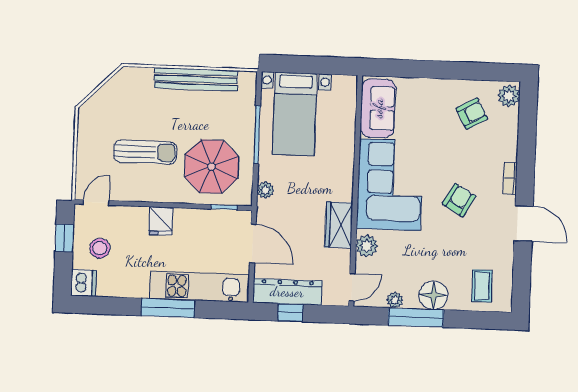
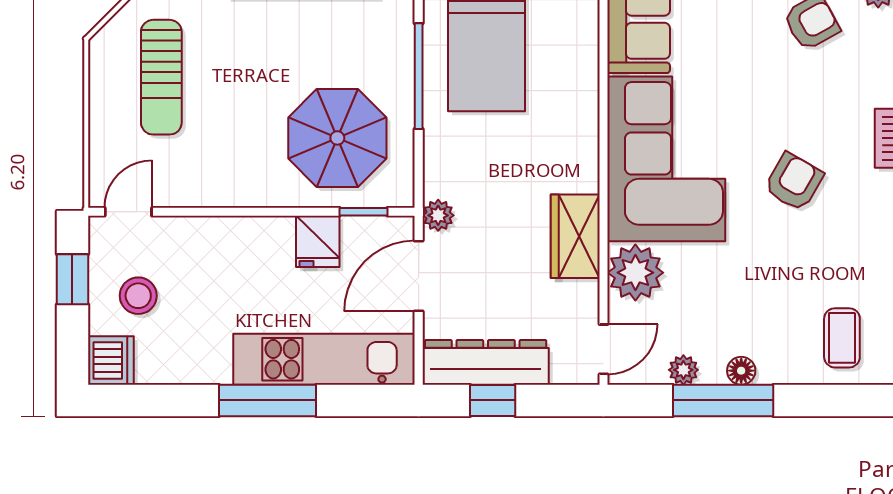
sun lounger: (145, 152) -> (161, 77), moved, turned 90
plant: (266, 190) -> (438, 215), moved
fridge: (161, 221) -> (318, 241), moved
door: (253, 243) -> (419, 276), swing flipped
plant: (367, 246) -> (635, 273), width x1.36, depth x1.36
floor lamp: (433, 295) -> (741, 371), width x0.53, depth x0.53

